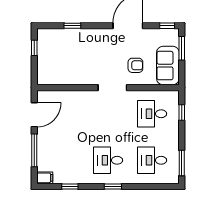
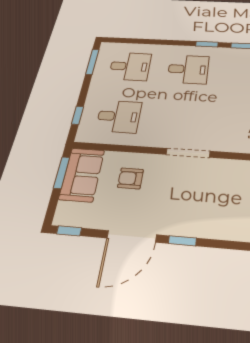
window: (72, 26) -> (182, 241), moved
window: (182, 48) -> (62, 173), moved
doorway: (112, 88) -> (188, 153), moved
window: (113, 186) -> (207, 44), moved

